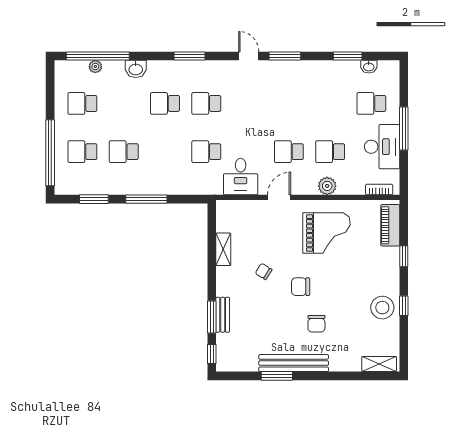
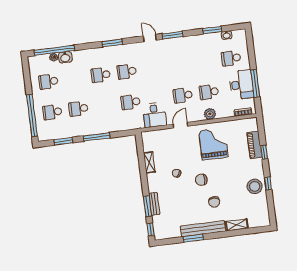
washbasin: (136, 69) -> (65, 57), moved
window: (404, 128) -> (255, 83), moved
piano: (390, 225) -> (254, 145), moved
grand piano: (327, 233) -> (213, 144), turned -90
shelving: (379, 364) -> (237, 225), moved

